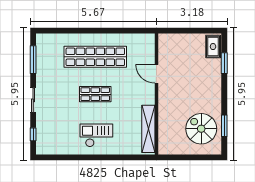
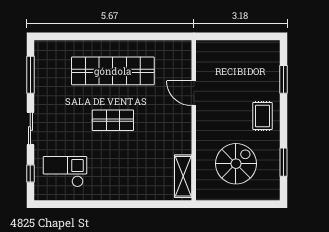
rug: (213, 47) -> (262, 116), moved
shelving: (148, 129) -> (183, 176), width x0.68
spiral stairs: (201, 129) -> (236, 164), moved, turned 90
checkout: (96, 135) -> (65, 172), moved

